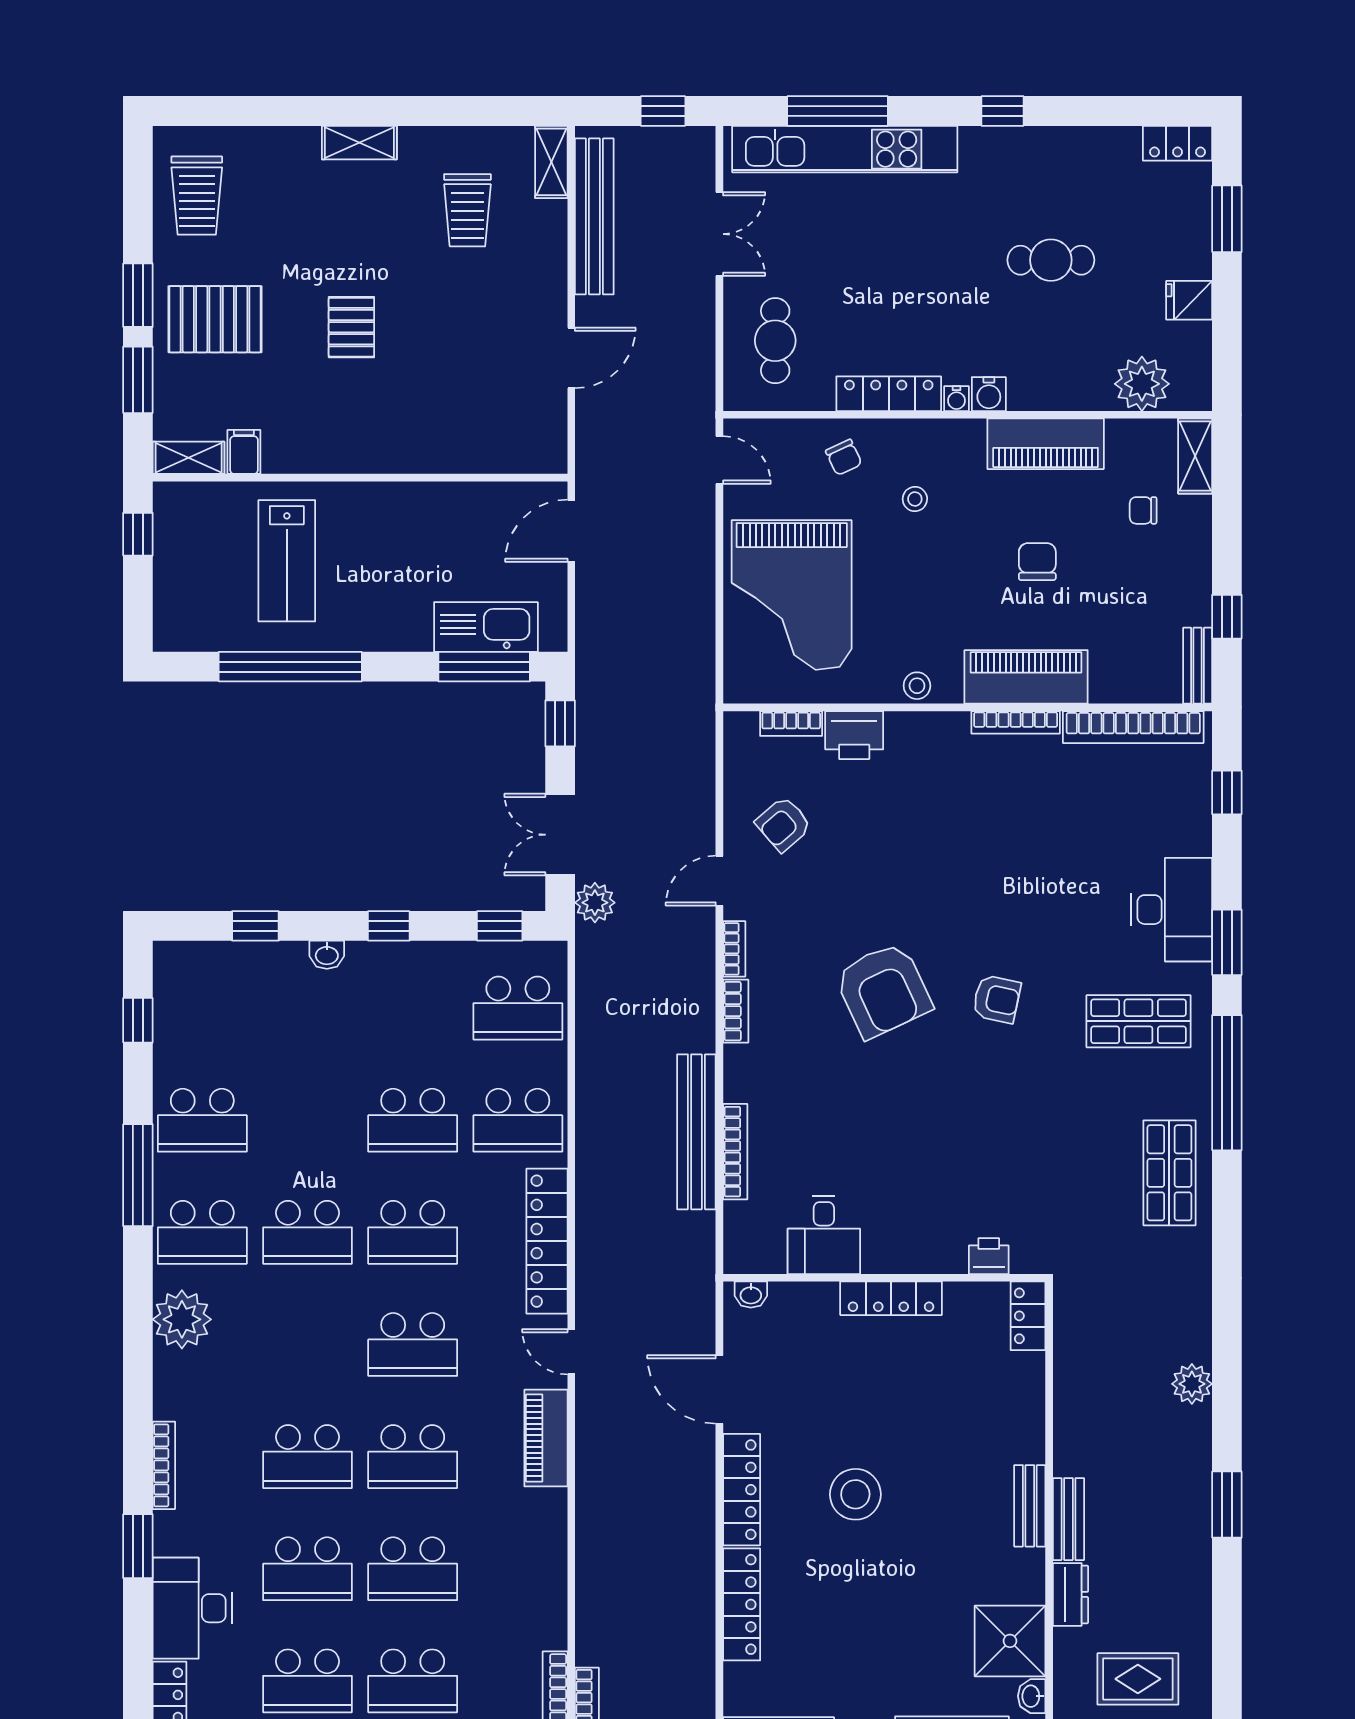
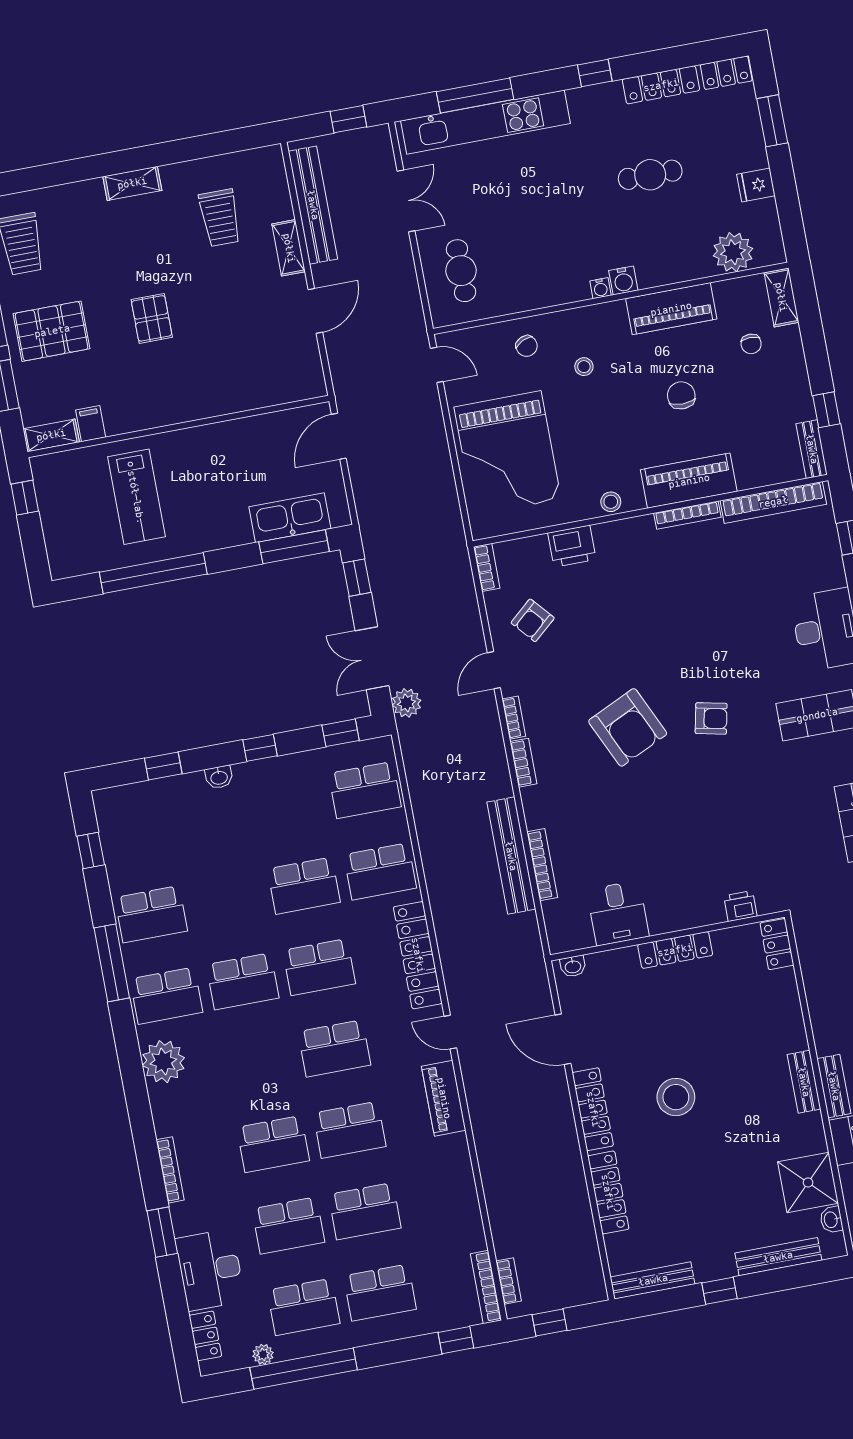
shelving: (551, 162) -> (289, 248), moved
locker: (889, 394) -> (661, 85), moved, turned 180
chair: (1143, 510) -> (751, 344), turned -90
bookcase: (791, 723) -> (487, 567), moved, turned -90

